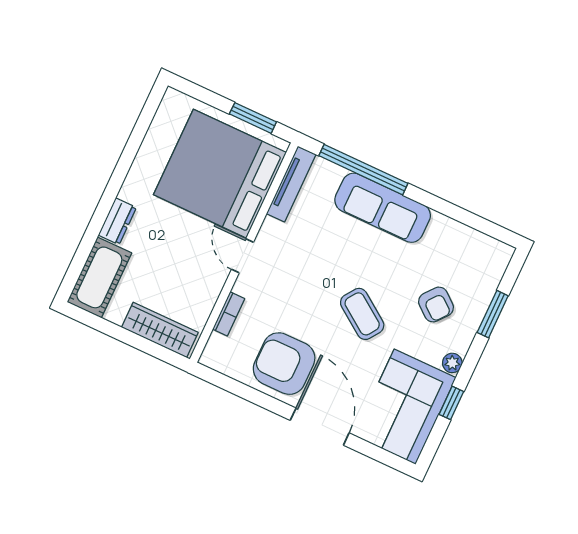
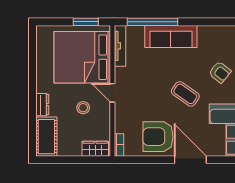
stool: (182, 258) -> (83, 108), added
bookcase: (229, 314) -> (119, 145), moved
wardrobe: (160, 330) -> (95, 149), width x0.67

